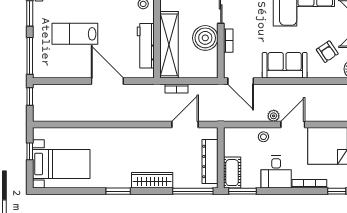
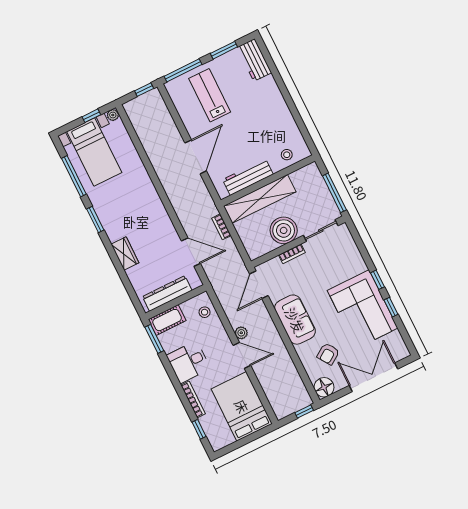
lab bench: (75, 34) -> (210, 95), moved
plant: (38, 133) -> (113, 115), added
stool: (263, 137) -> (205, 312), moved
wardrobe: (152, 180) -> (125, 253), width x0.67
window: (193, 191) -> (74, 176), moved

